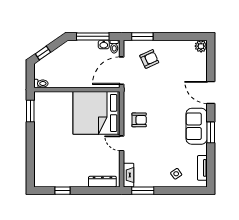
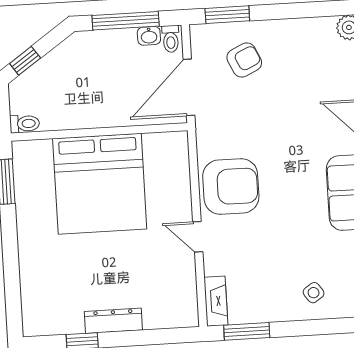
bed: (96, 113) -> (100, 184), moved, turned -90
armchair: (139, 120) -> (231, 186), width x1.88, depth x1.88
dresser: (102, 182) -> (113, 321), moved

